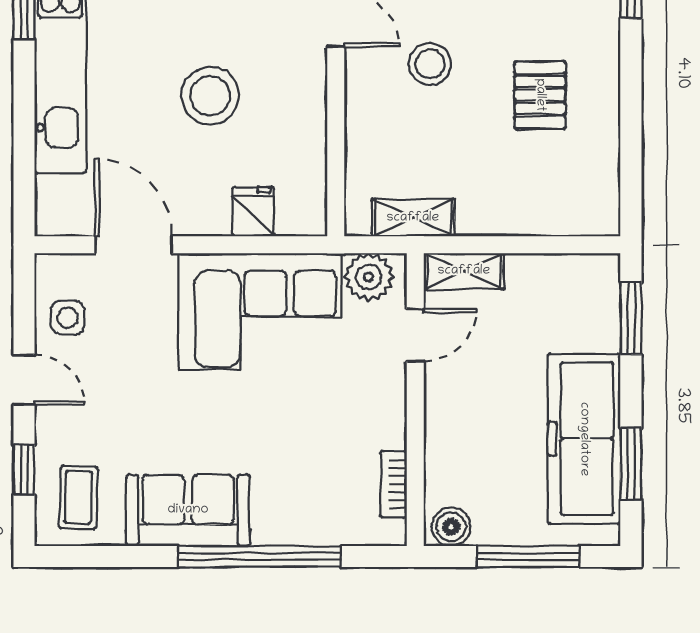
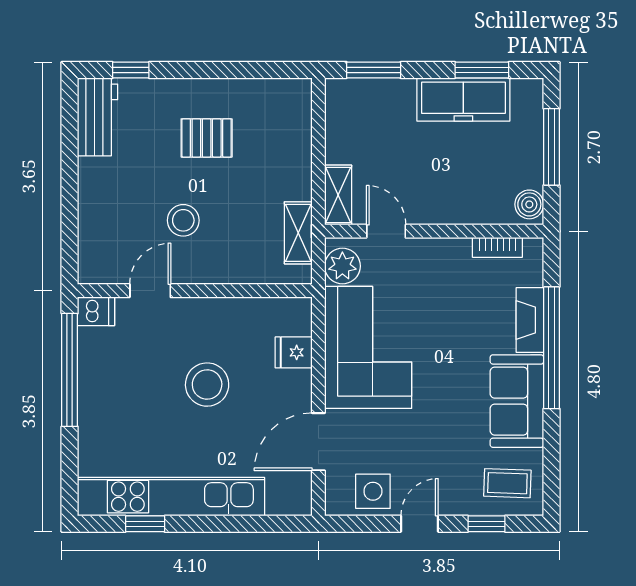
side table: (67, 318) -> (373, 491), width x1.37, depth x1.37
freezer: (584, 439) -> (463, 99), width x0.73, depth x0.79
fireplace: (297, 528) -> (530, 320), added

